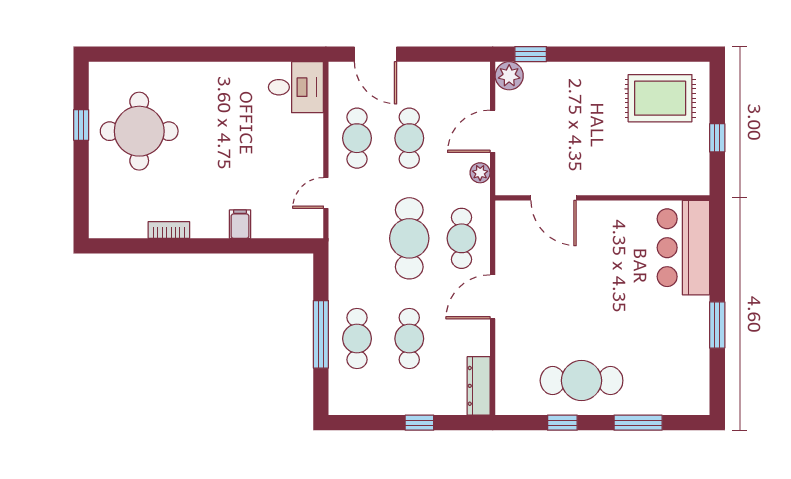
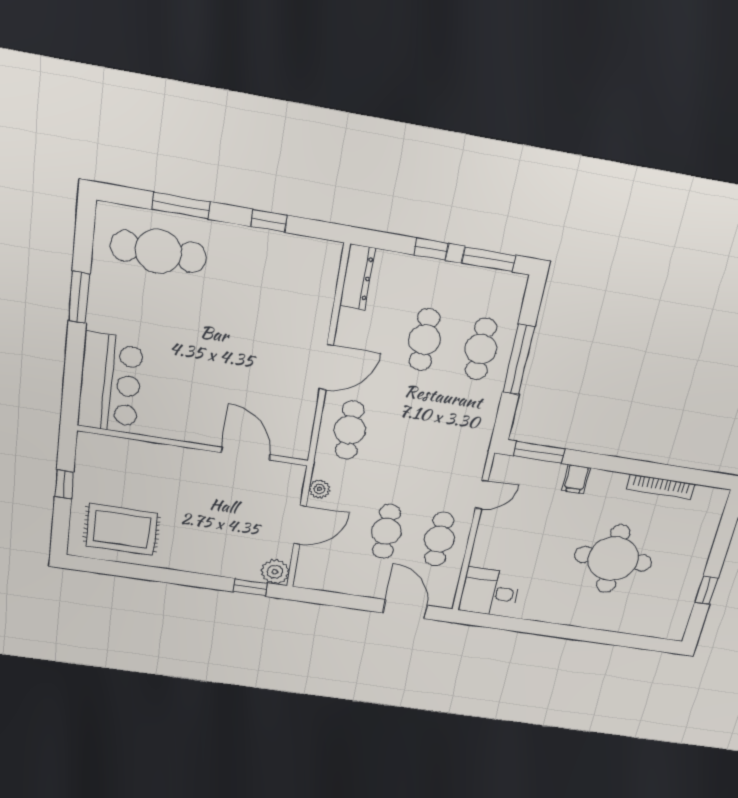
round table: (139, 131) -> (613, 559), moved
bookcase: (169, 230) -> (661, 487), width x1.56
cafe table: (409, 238) -> (405, 439), removed
window: (281, 246) -> (539, 452), added
cafe table: (582, 381) -> (158, 252), moved
window: (367, 423) -> (489, 259), added

